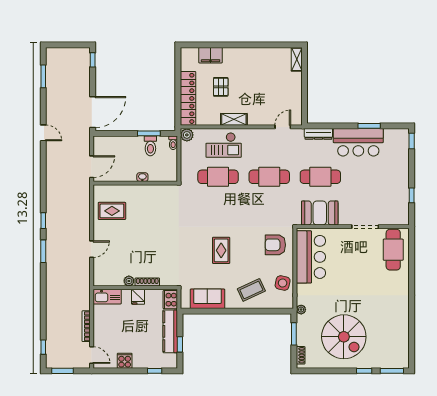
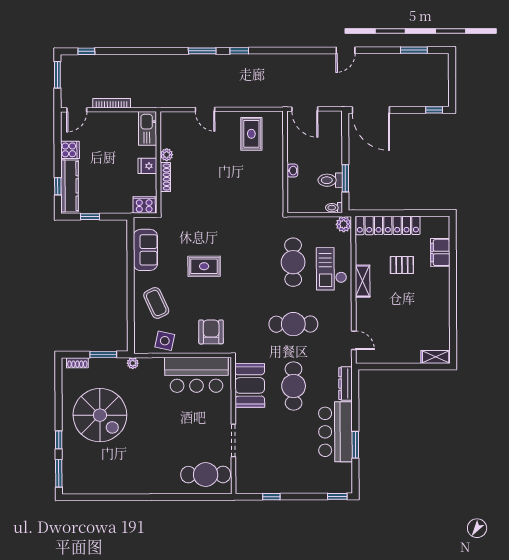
cafe table: (269, 177) -> (293, 324), turned 90
kitchen counter: (170, 331) -> (69, 186), moved, turned 90
spiral stairs: (344, 337) -> (100, 415), turned -90

